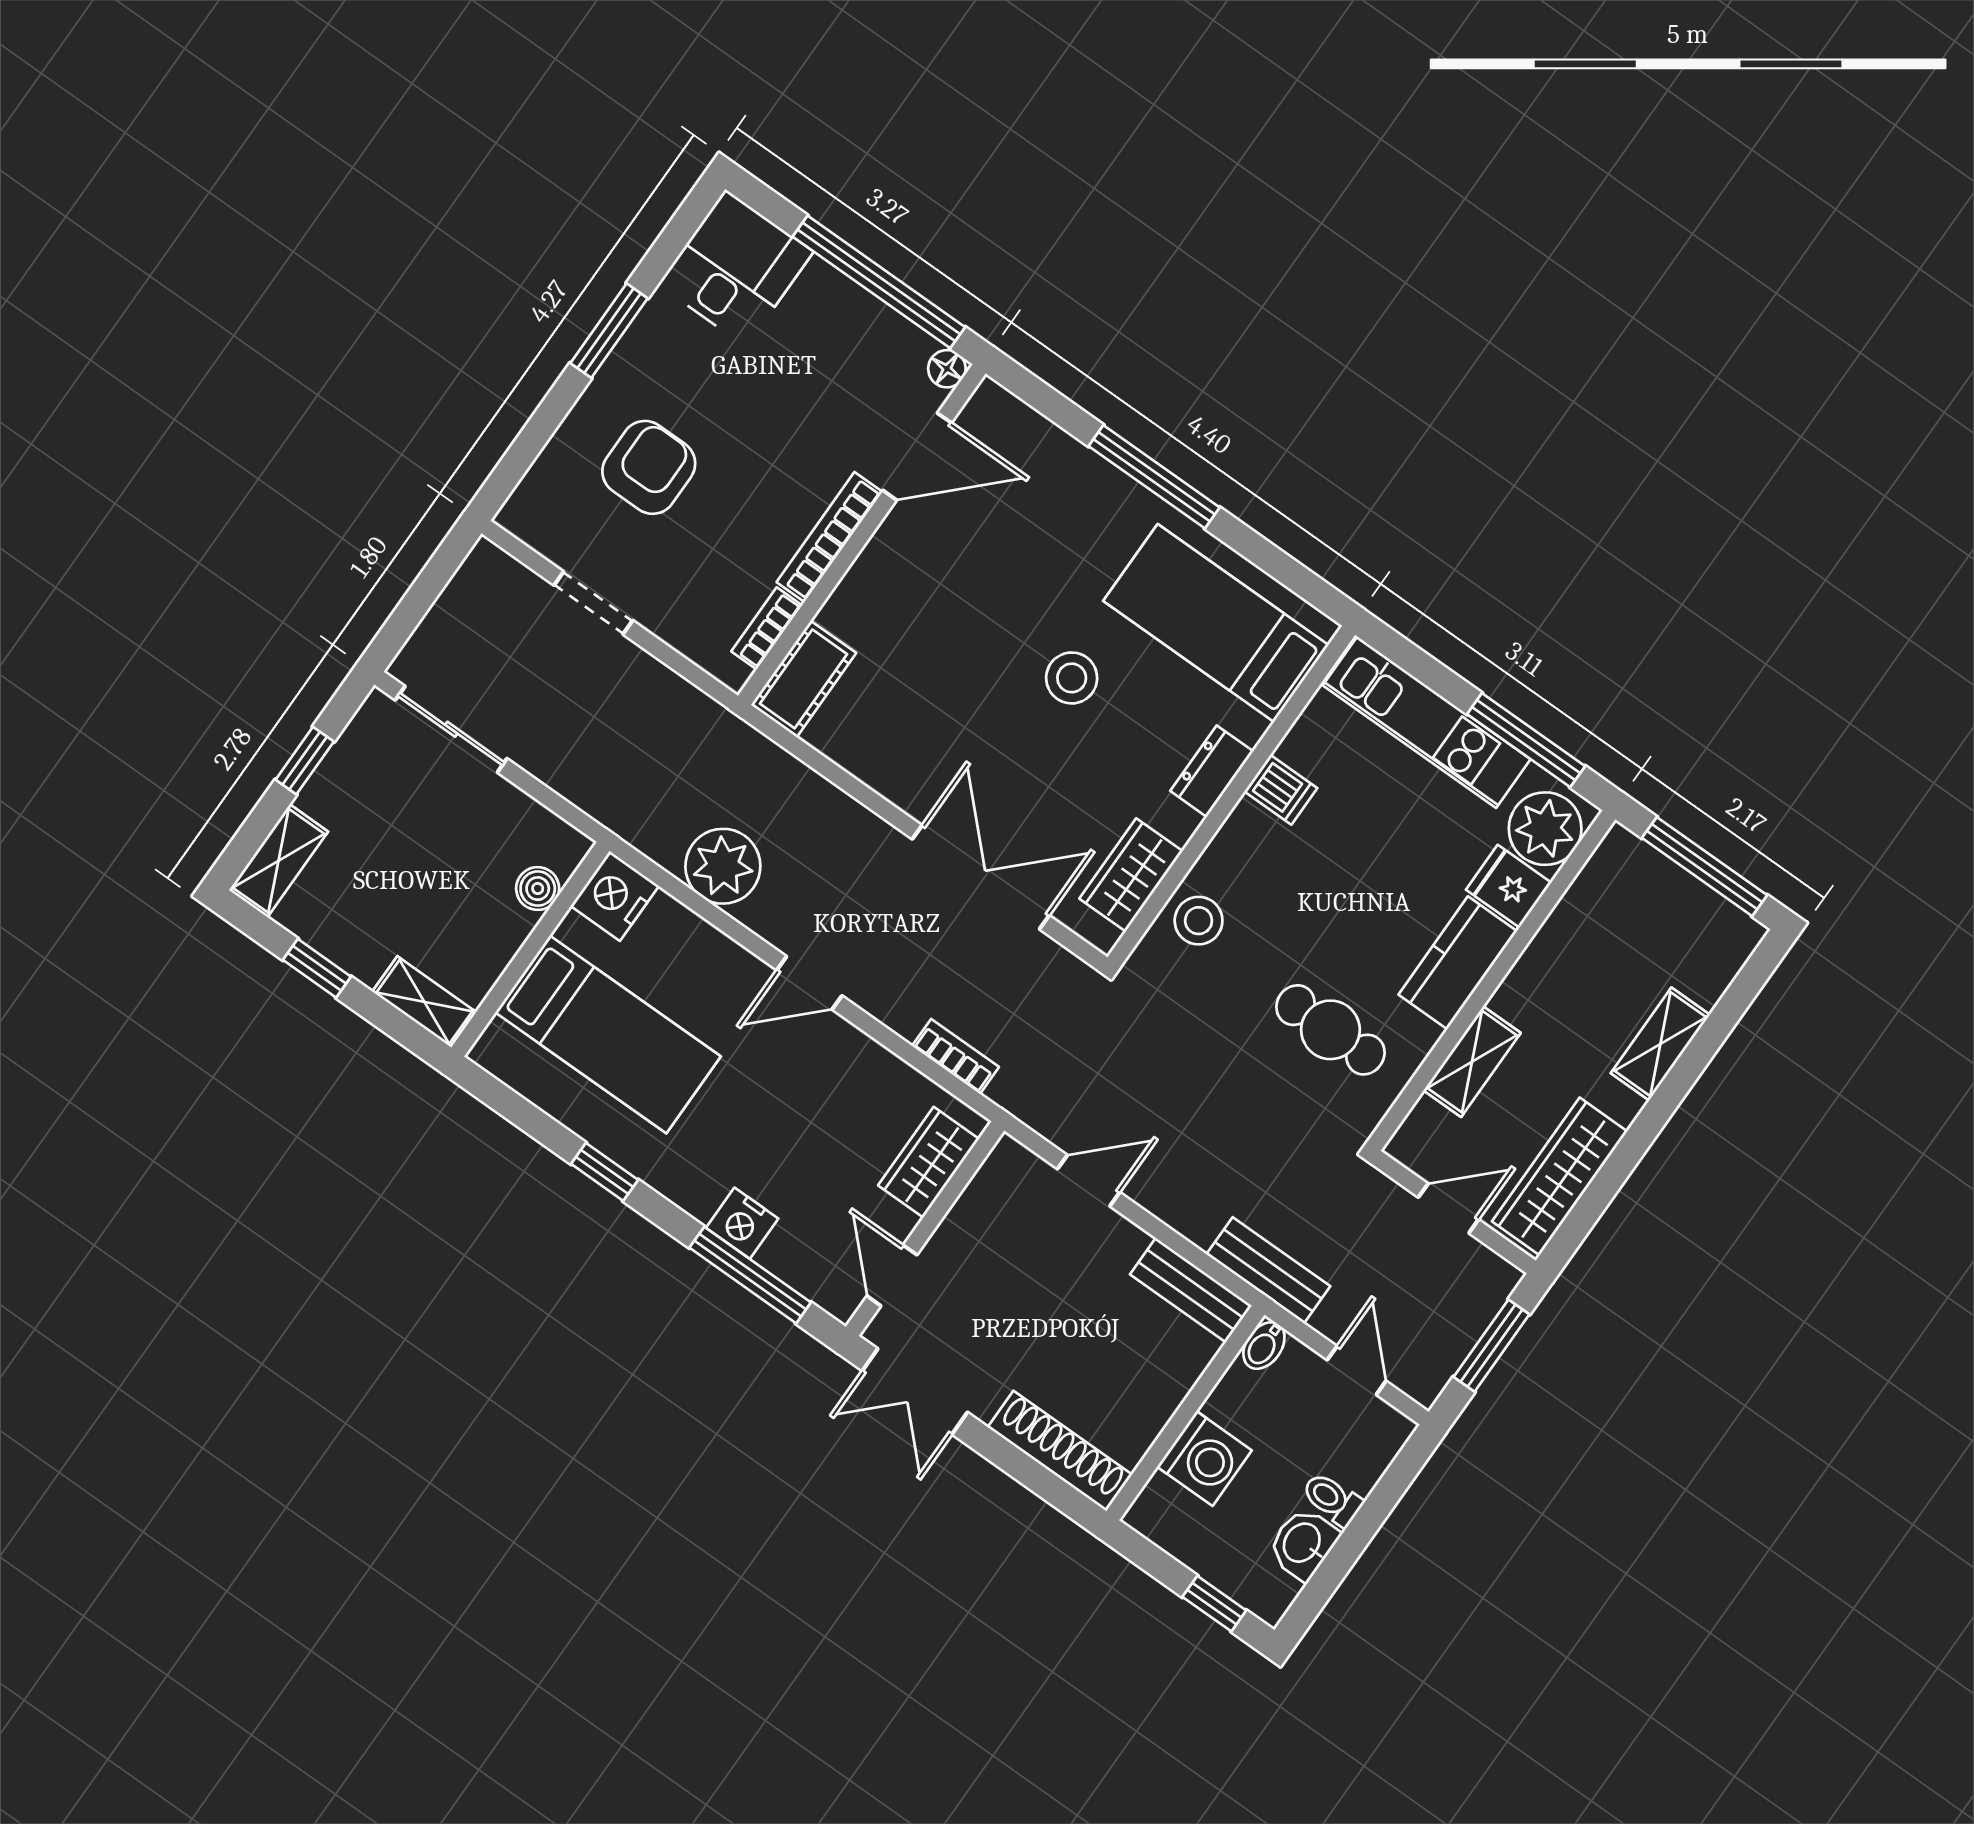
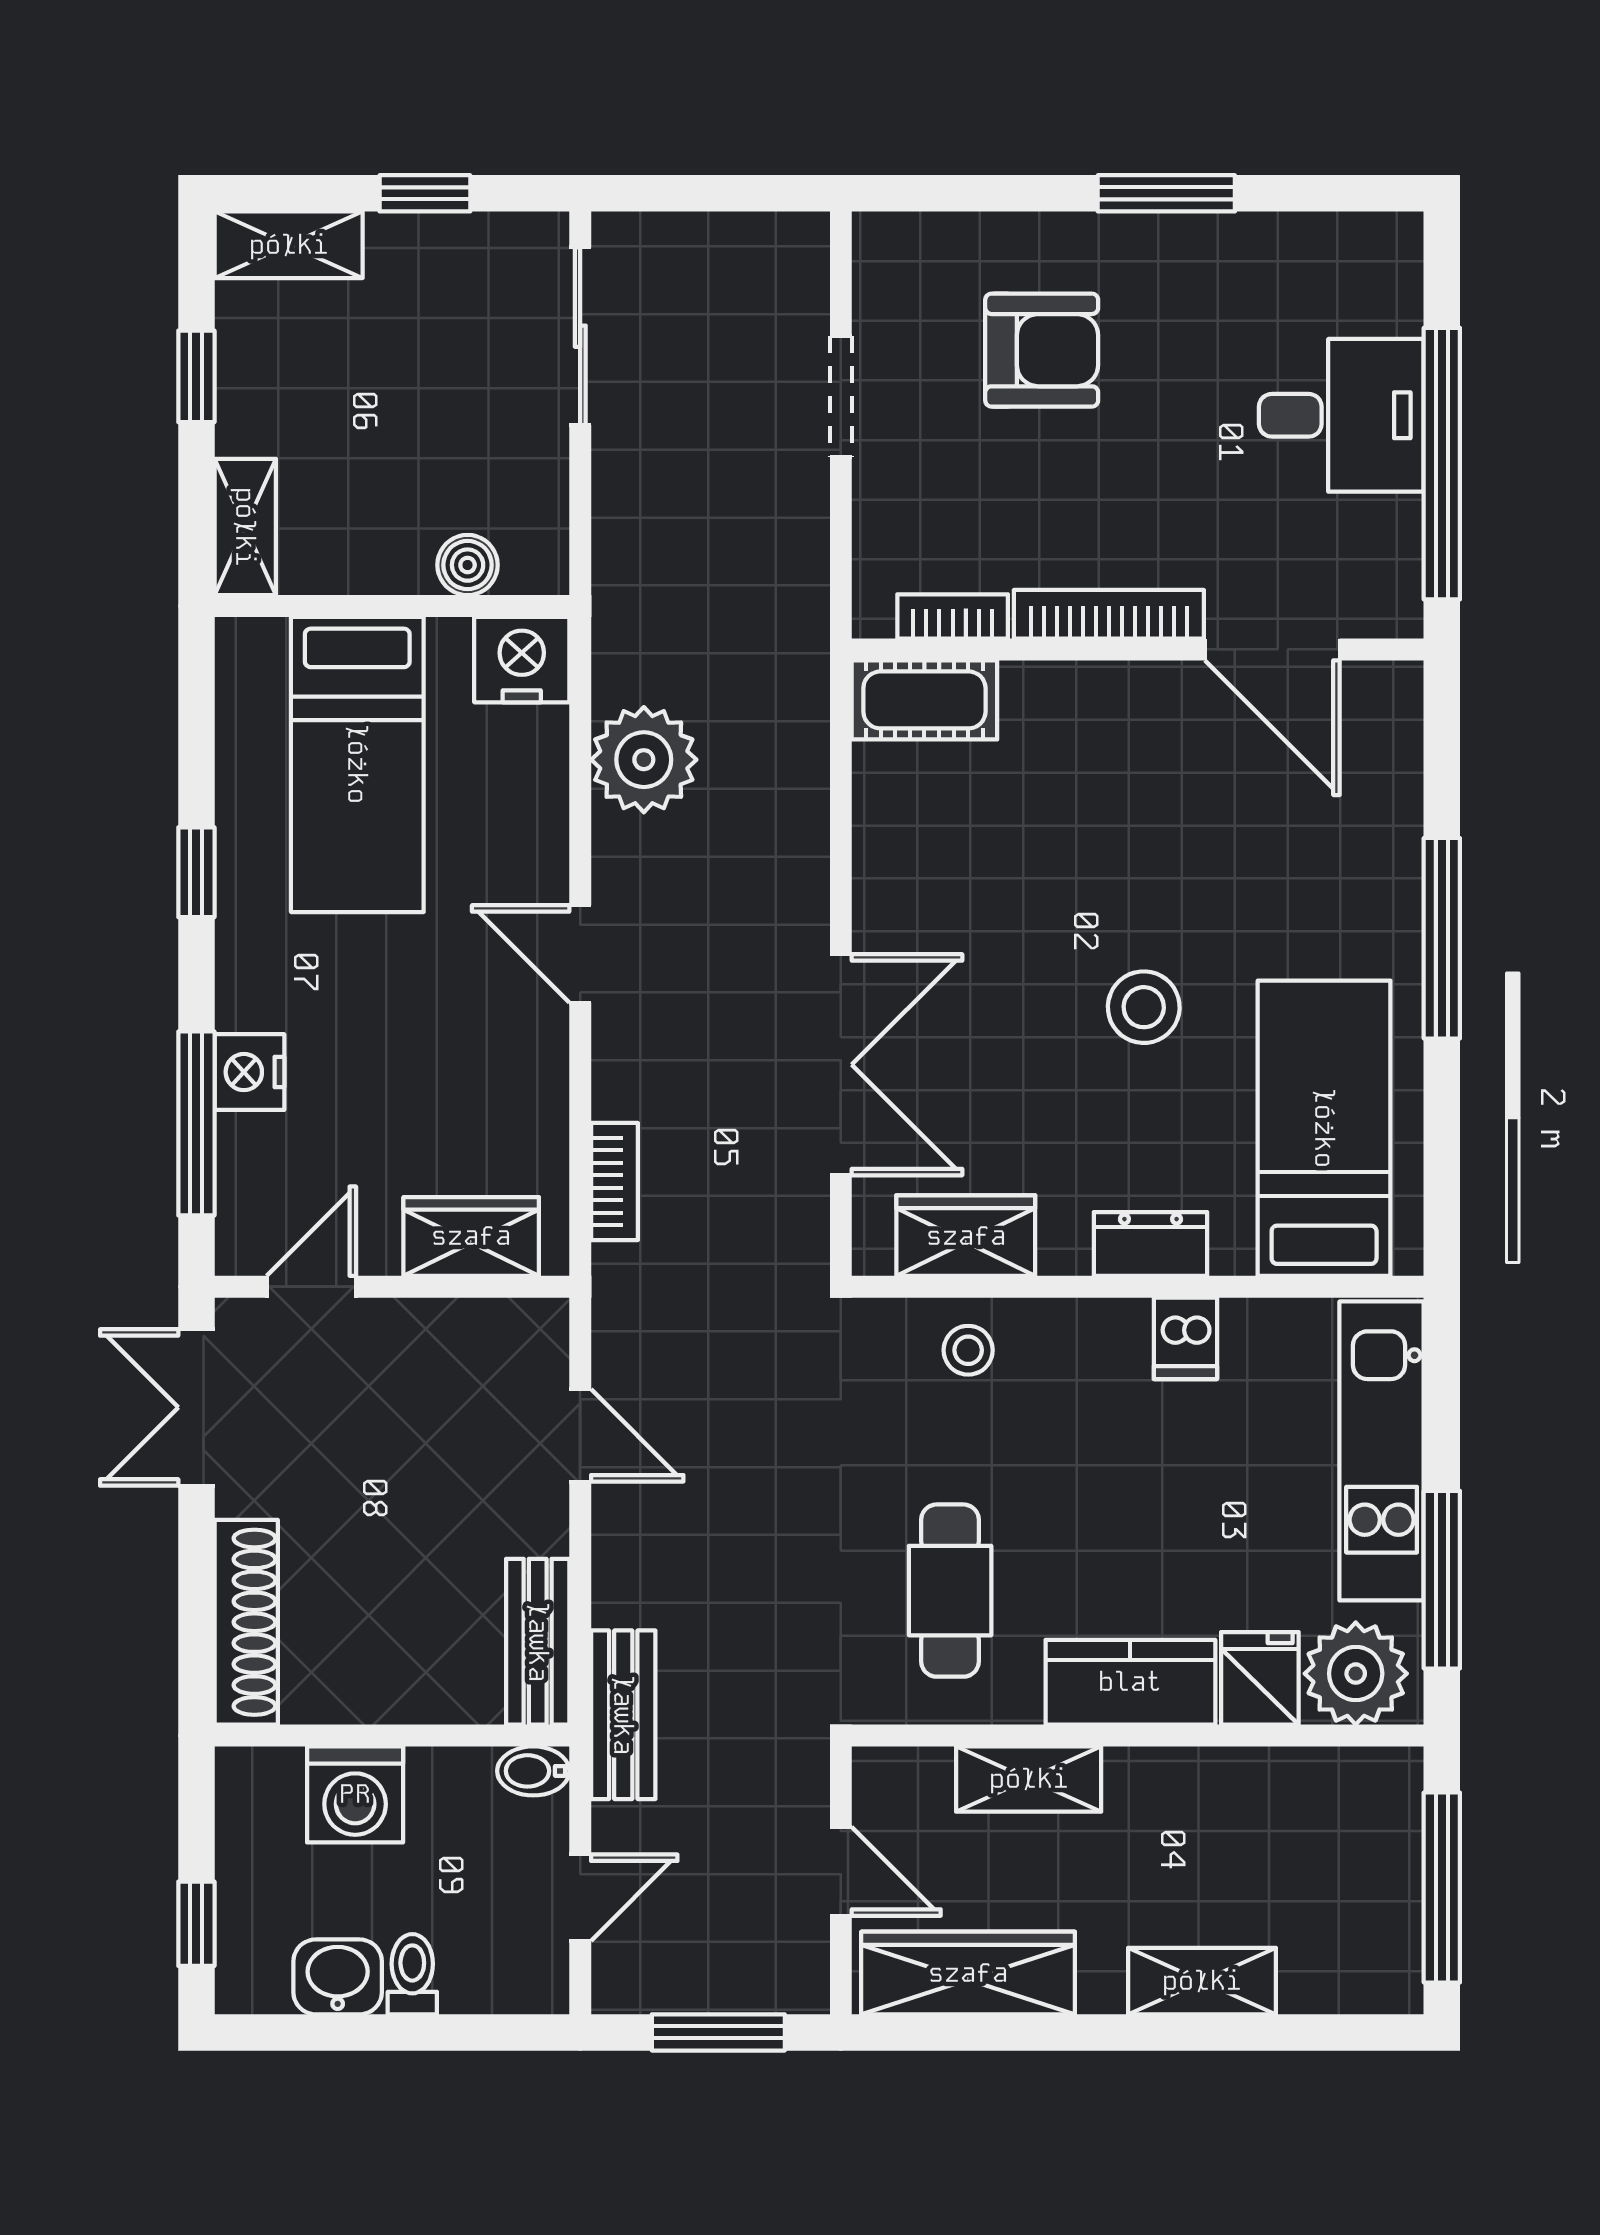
desk: (736, 268) -> (1341, 415), moved
floor lamp: (947, 369) -> (1397, 612), removed
stool: (1199, 921) -> (968, 1350), width x0.73, depth x0.73

